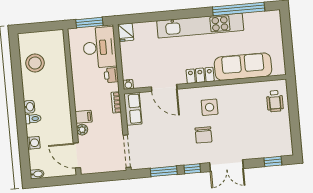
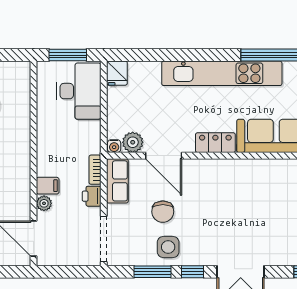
printer: (111, 75) -> (92, 196), moved
plant: (141, 80) -> (133, 142), added
side table: (210, 107) -> (168, 247), moved
chair: (203, 135) -> (163, 212), moved

